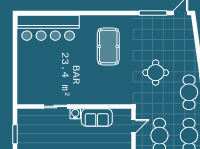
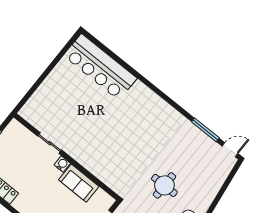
pool table: (108, 46) -> (141, 127), removed

